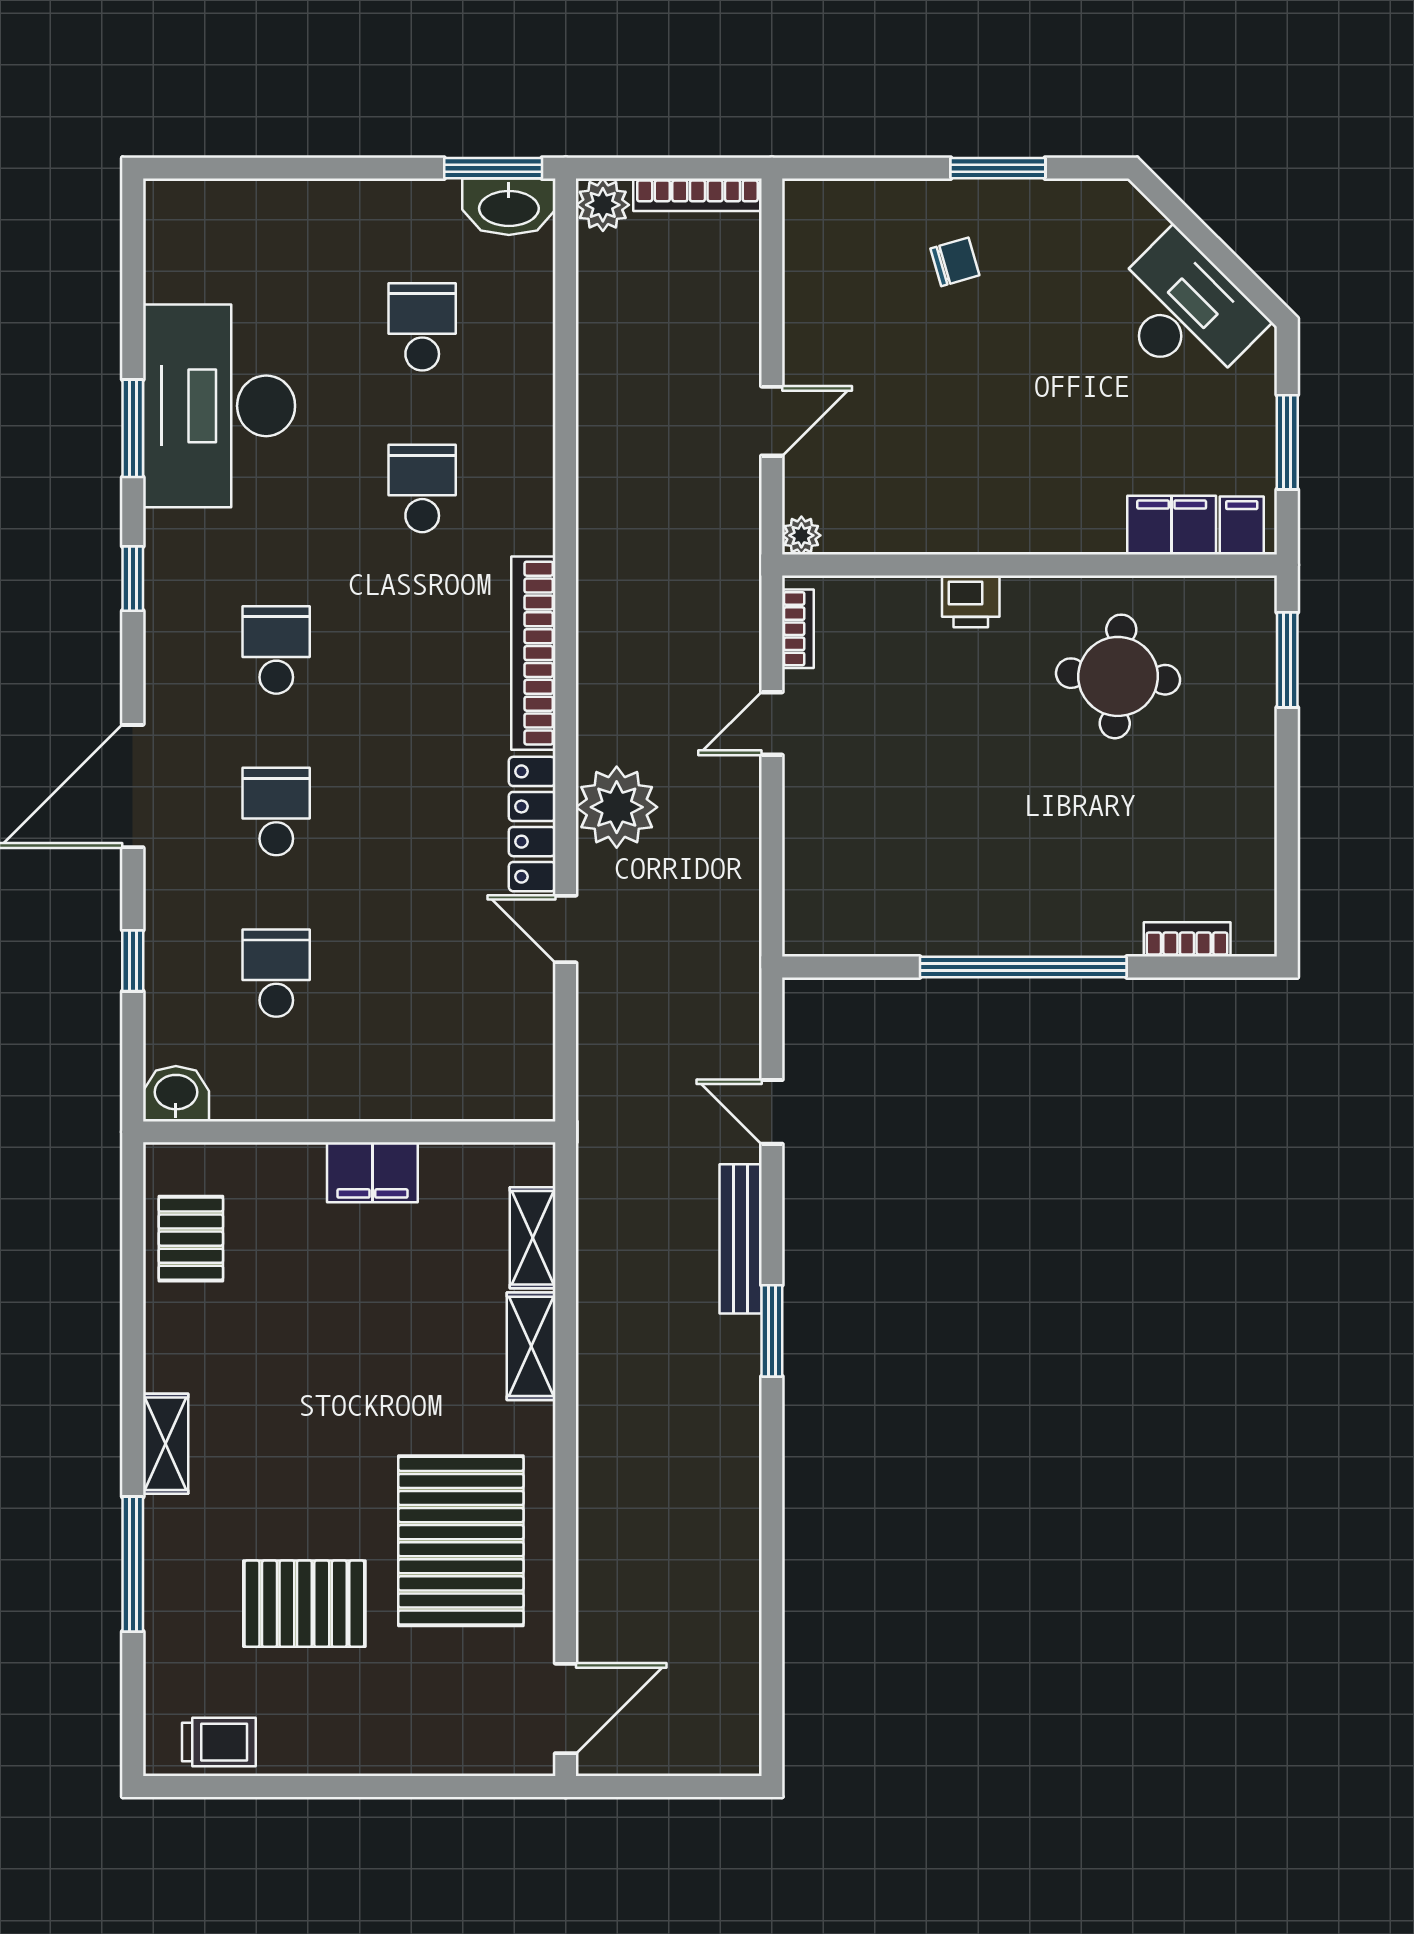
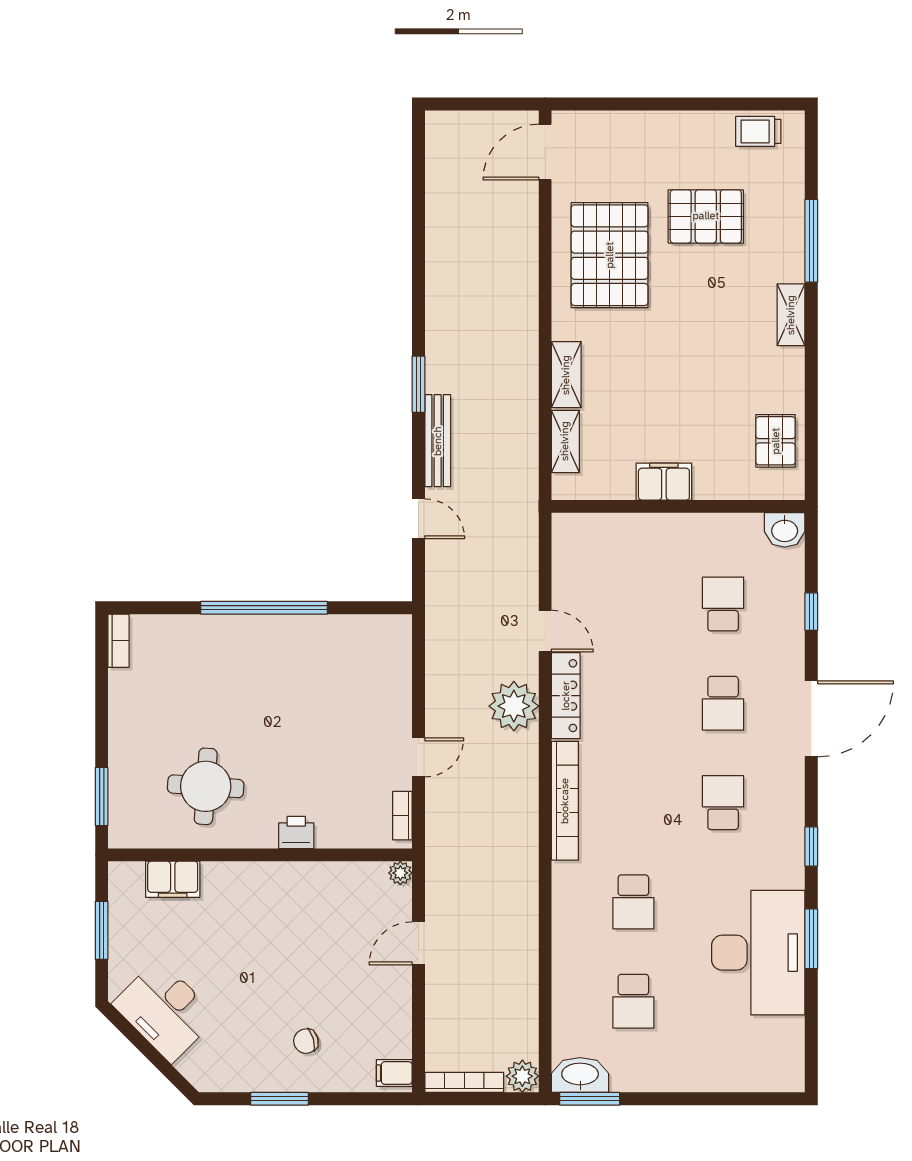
filing cabinet: (1242, 526) -> (394, 1073), moved, turned 90
school desk: (276, 650) -> (723, 803), turned 180
bookcase: (1187, 939) -> (119, 641), moved, turned -90
school desk: (276, 973) -> (723, 604), turned 180

